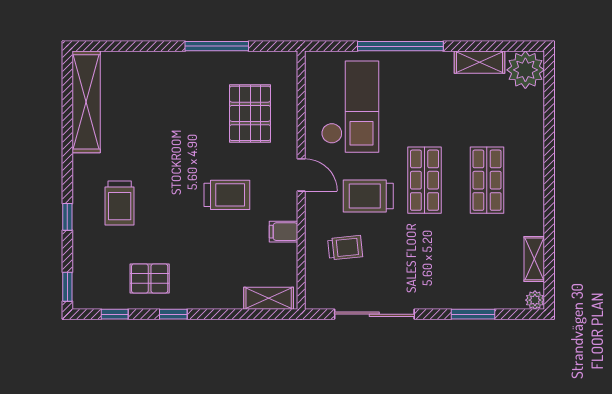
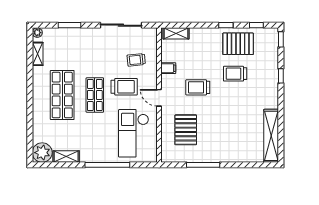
shop shelf: (487, 180) -> (62, 95), width x1.43, depth x1.36
trolley: (120, 203) -> (235, 74), moved, turned -90
pallet: (150, 278) -> (238, 44), width x1.50, depth x1.42

